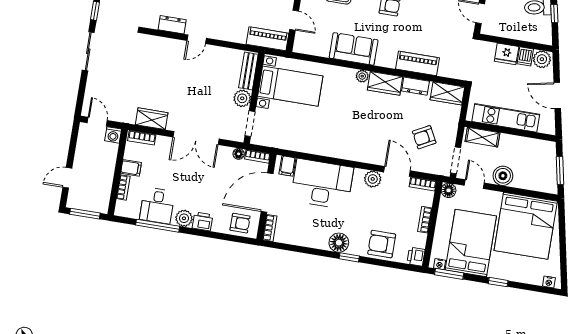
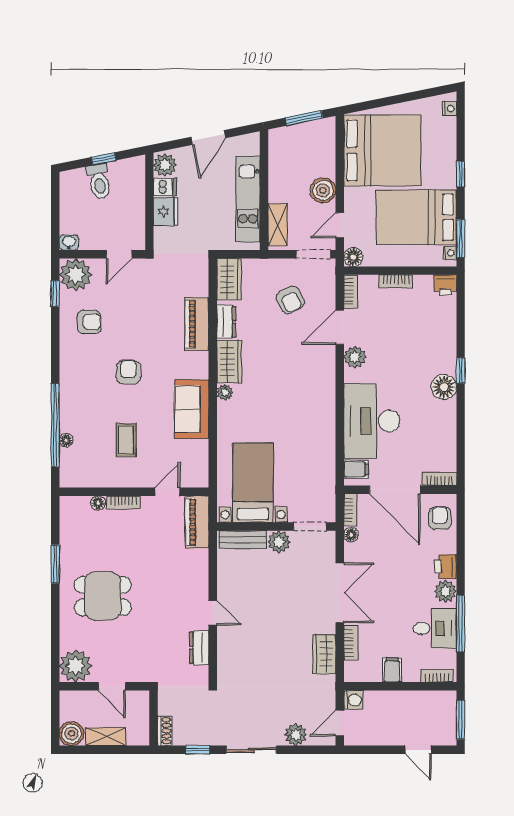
plant: (94, 87) -> (296, 735), added
bookcase: (142, 138) -> (351, 643), moved
bookcase: (123, 187) -> (437, 676), moved
armchair: (382, 244) -> (437, 332), removed

